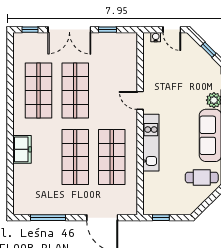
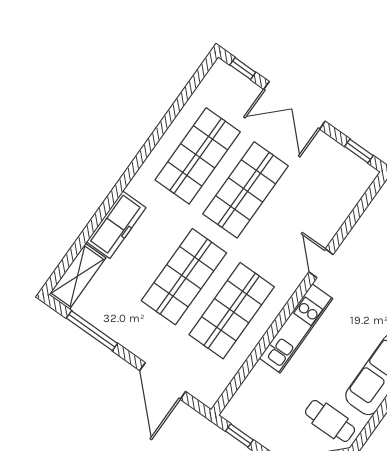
window: (108, 30) -> (359, 151), moved
freezer: (22, 149) -> (116, 225), width x1.40
shelving: (21, 195) -> (77, 276), added

